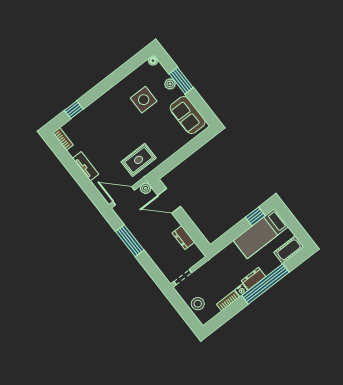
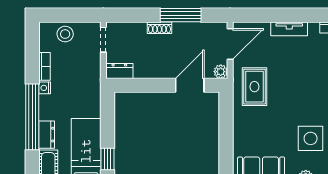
dresser: (183, 238) -> (119, 71), moved
shoe rack: (148, 248) -> (159, 28), added
dresser: (254, 279) -> (47, 135), moved

